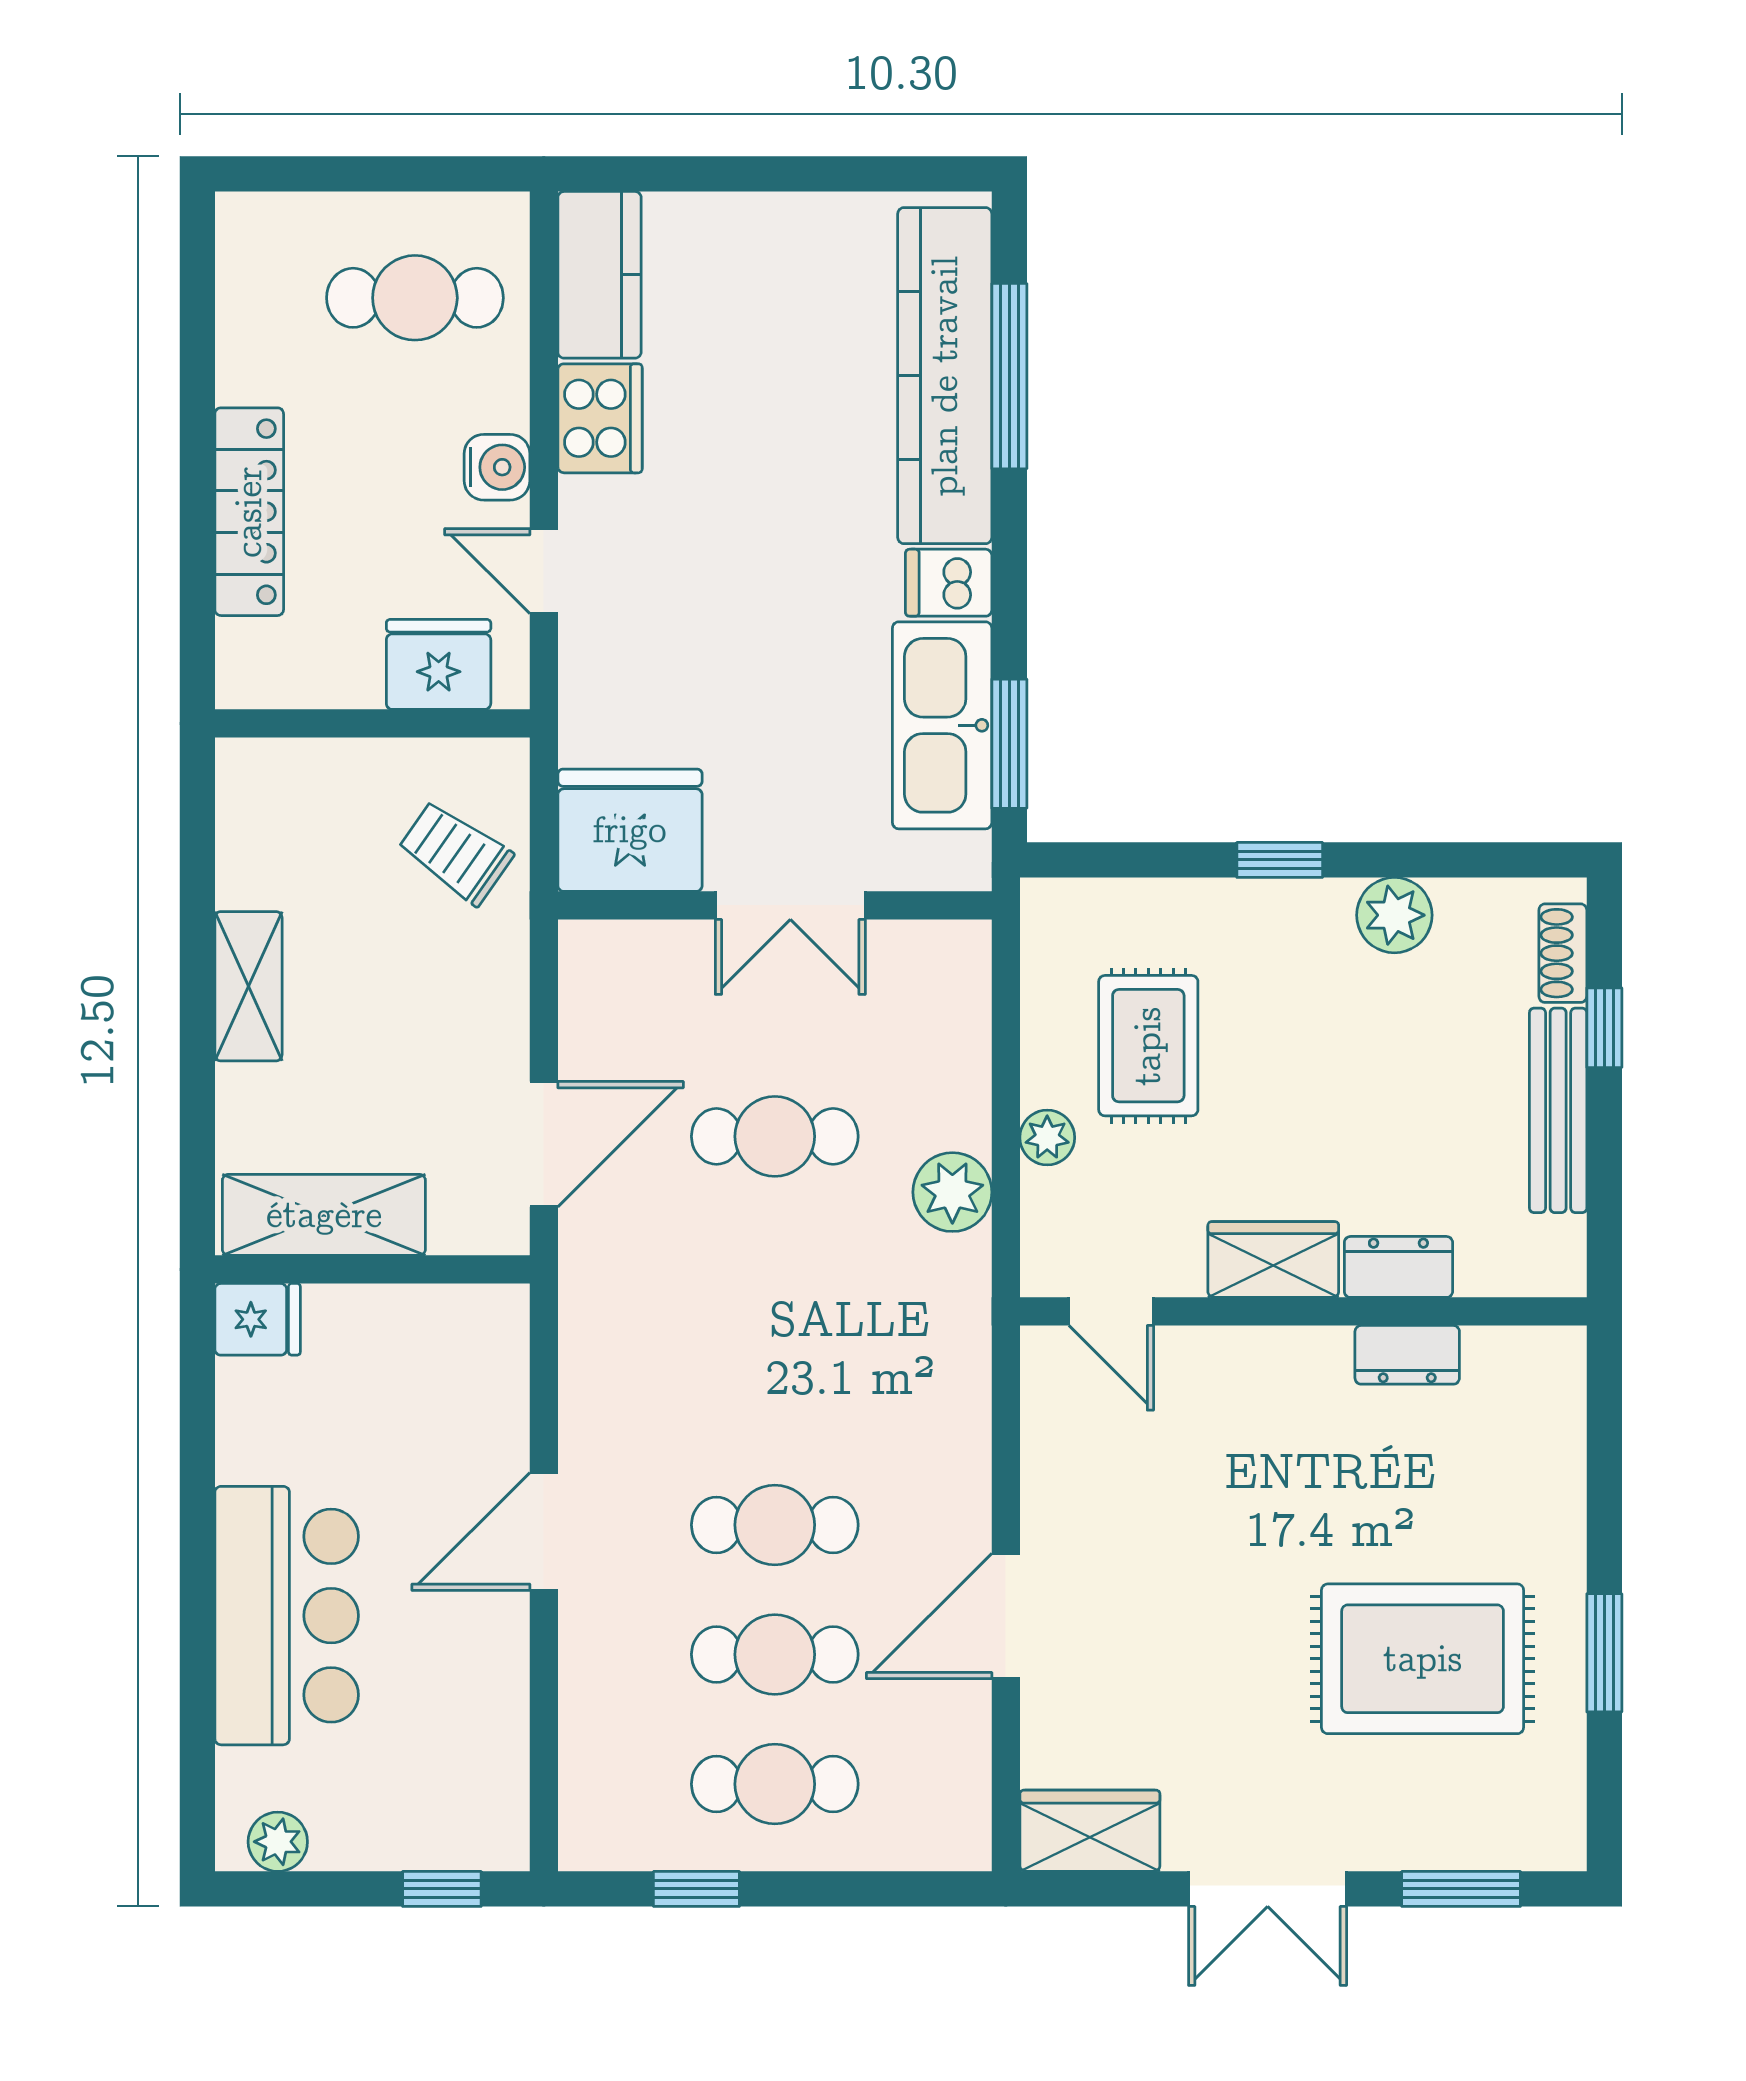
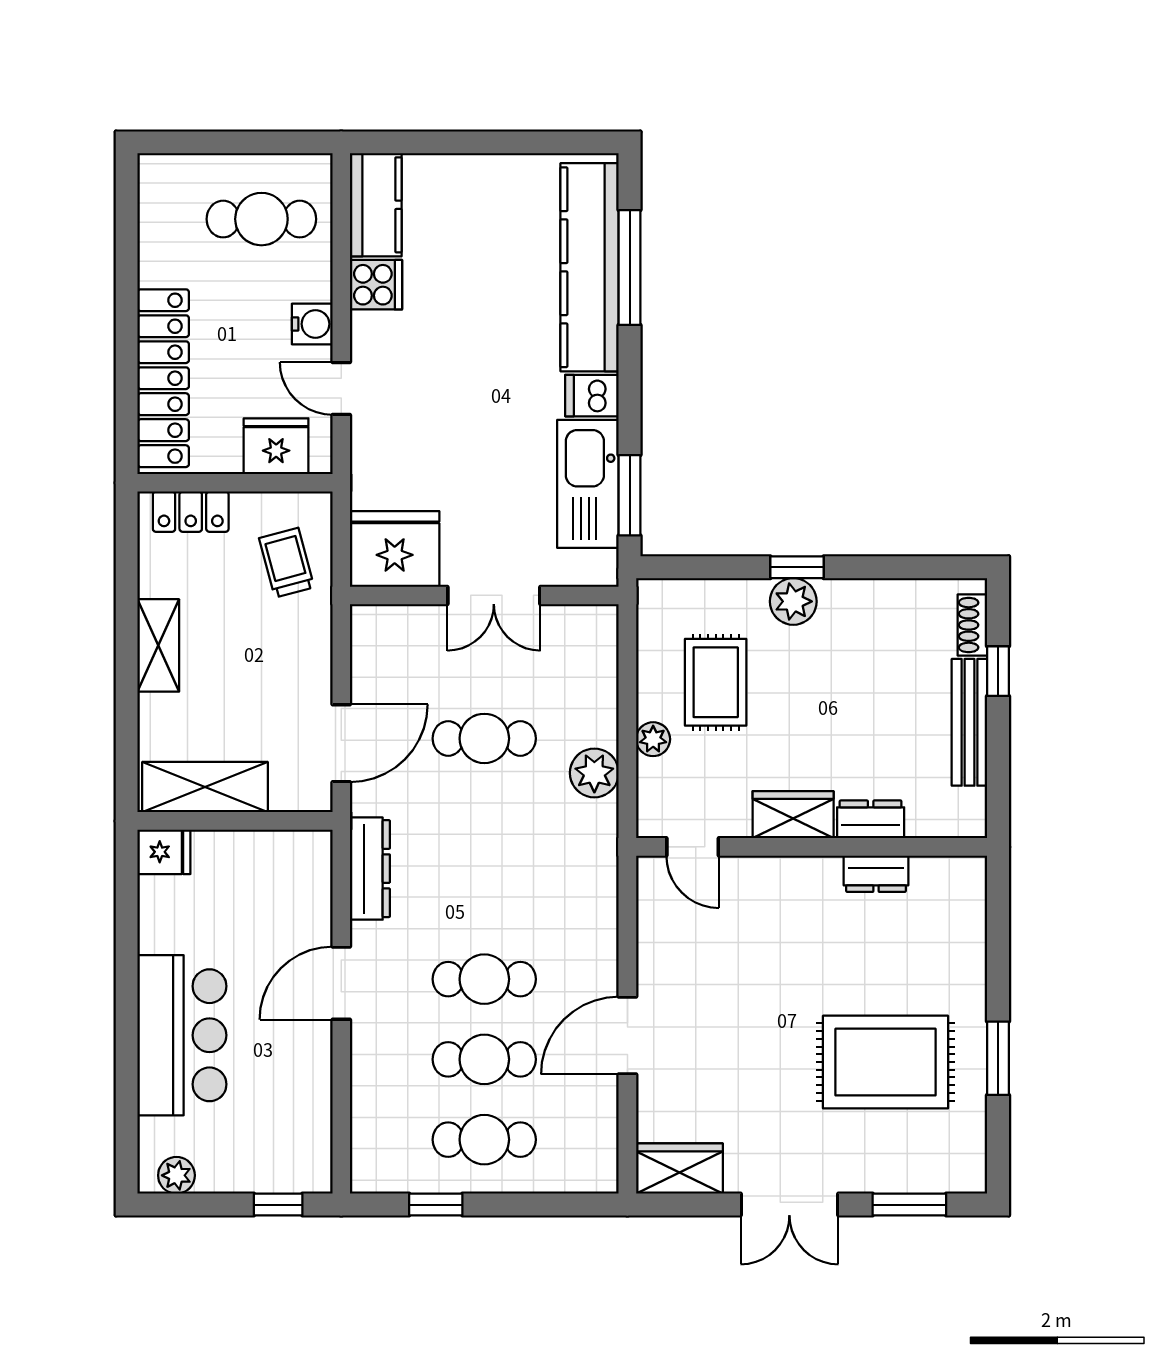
cooker: (600, 418) -> (376, 285), width x0.73
locker: (249, 512) -> (163, 378), width x1.41, depth x1.21
locker: (301, 770) -> (191, 512), added
trolley: (456, 853) -> (287, 563), turned 40
plant: (1394, 915) -> (793, 601), moved
dresser: (590, 1346) -> (370, 869), added

